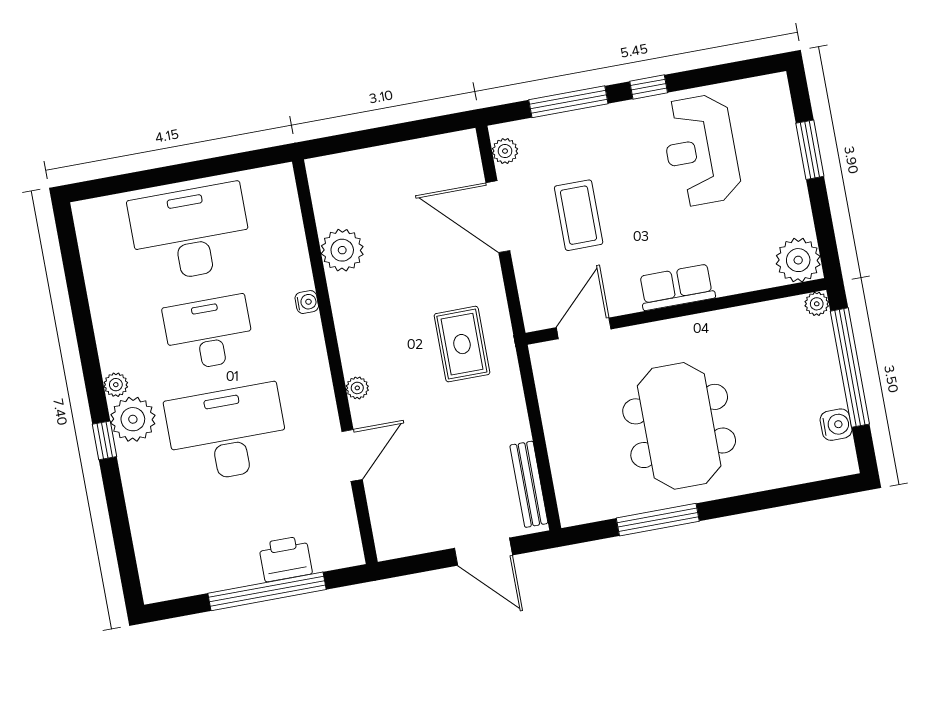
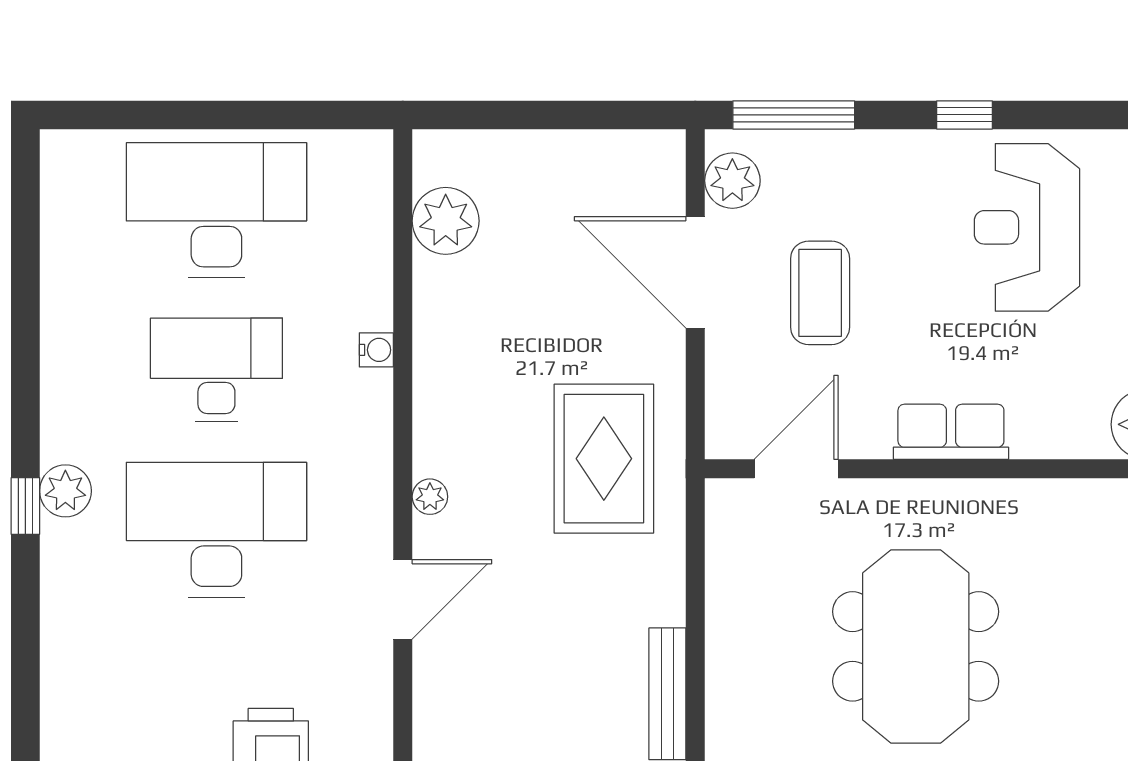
window: (568, 102) -> (794, 115), moved
plant: (505, 151) -> (732, 181), width x1.38, depth x1.38
plant: (342, 250) -> (446, 221), moved
rug: (462, 344) -> (604, 459), width x1.36, depth x1.43
plant: (116, 385) -> (58, 423), removed
plant: (133, 419) -> (65, 491), width x0.73, depth x0.73

